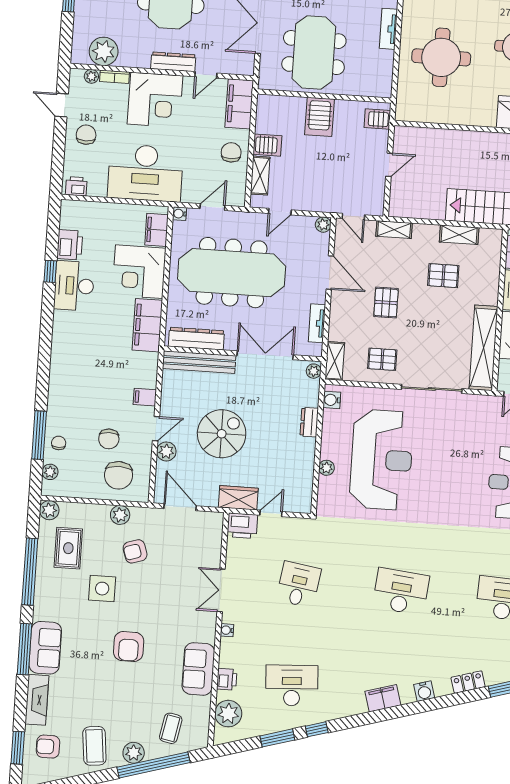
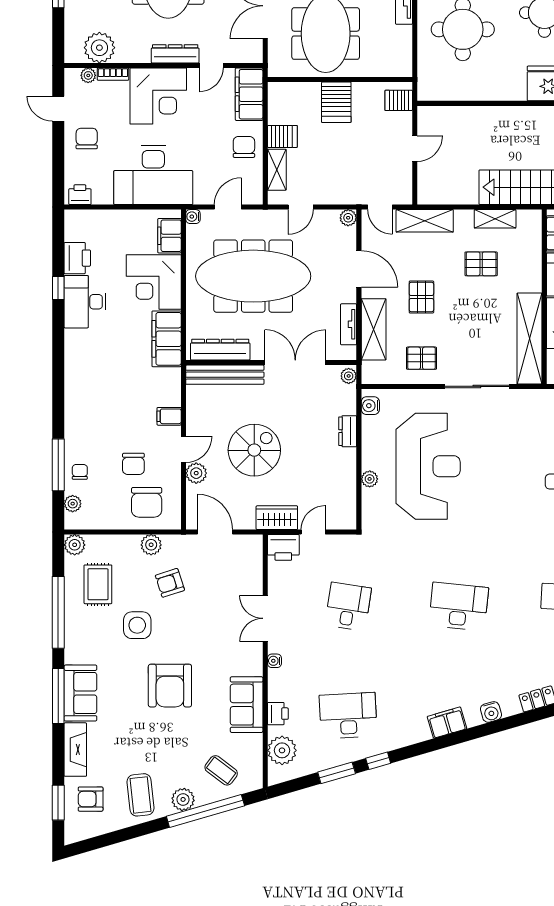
shelving: (394, 230) -> (425, 221), width x1.50, depth x1.33
shelving: (335, 361) -> (374, 329), moved, width x1.50, depth x1.33
armchair: (129, 646) -> (170, 686), width x1.36, depth x1.36
coffee table: (171, 728) -> (221, 770), turned -64

